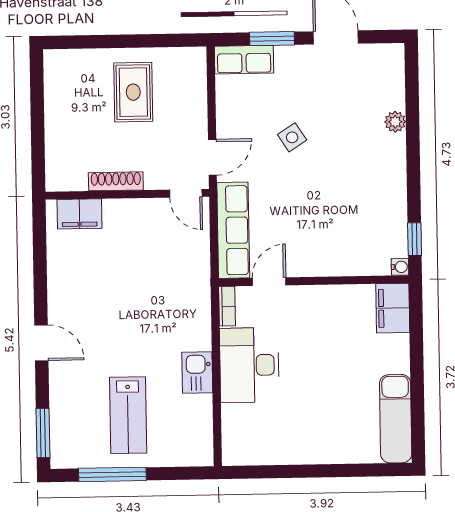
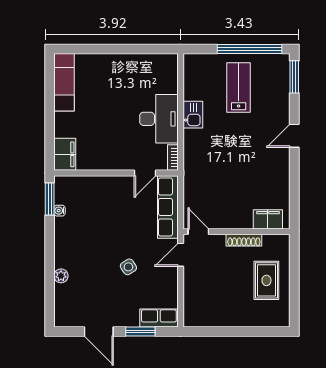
rug: (133, 92) -> (266, 280), moved
window: (415, 239) -> (50, 199), width x1.50
water cooler: (400, 267) -> (60, 211), moved
door: (41, 343) -> (294, 136), hinge flipped
window: (112, 474) -> (249, 49), width x1.46

